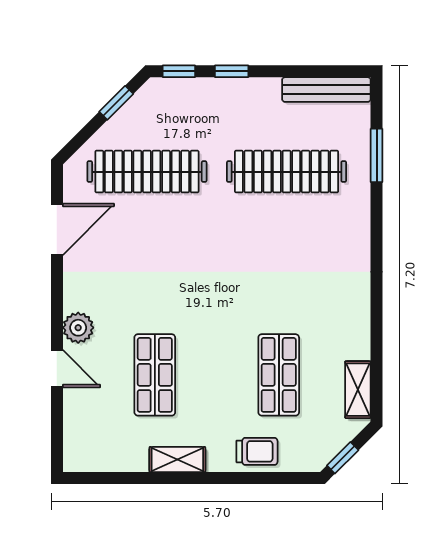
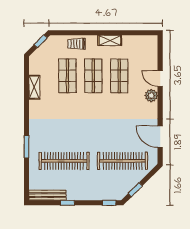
window: (232, 71) -> (67, 203), moved
window: (377, 155) -> (26, 147), moved
door: (57, 229) -> (160, 137), hinge flipped
shop shelf: (217, 375) -> (93, 76), added
shelving: (358, 390) -> (34, 87), moved

